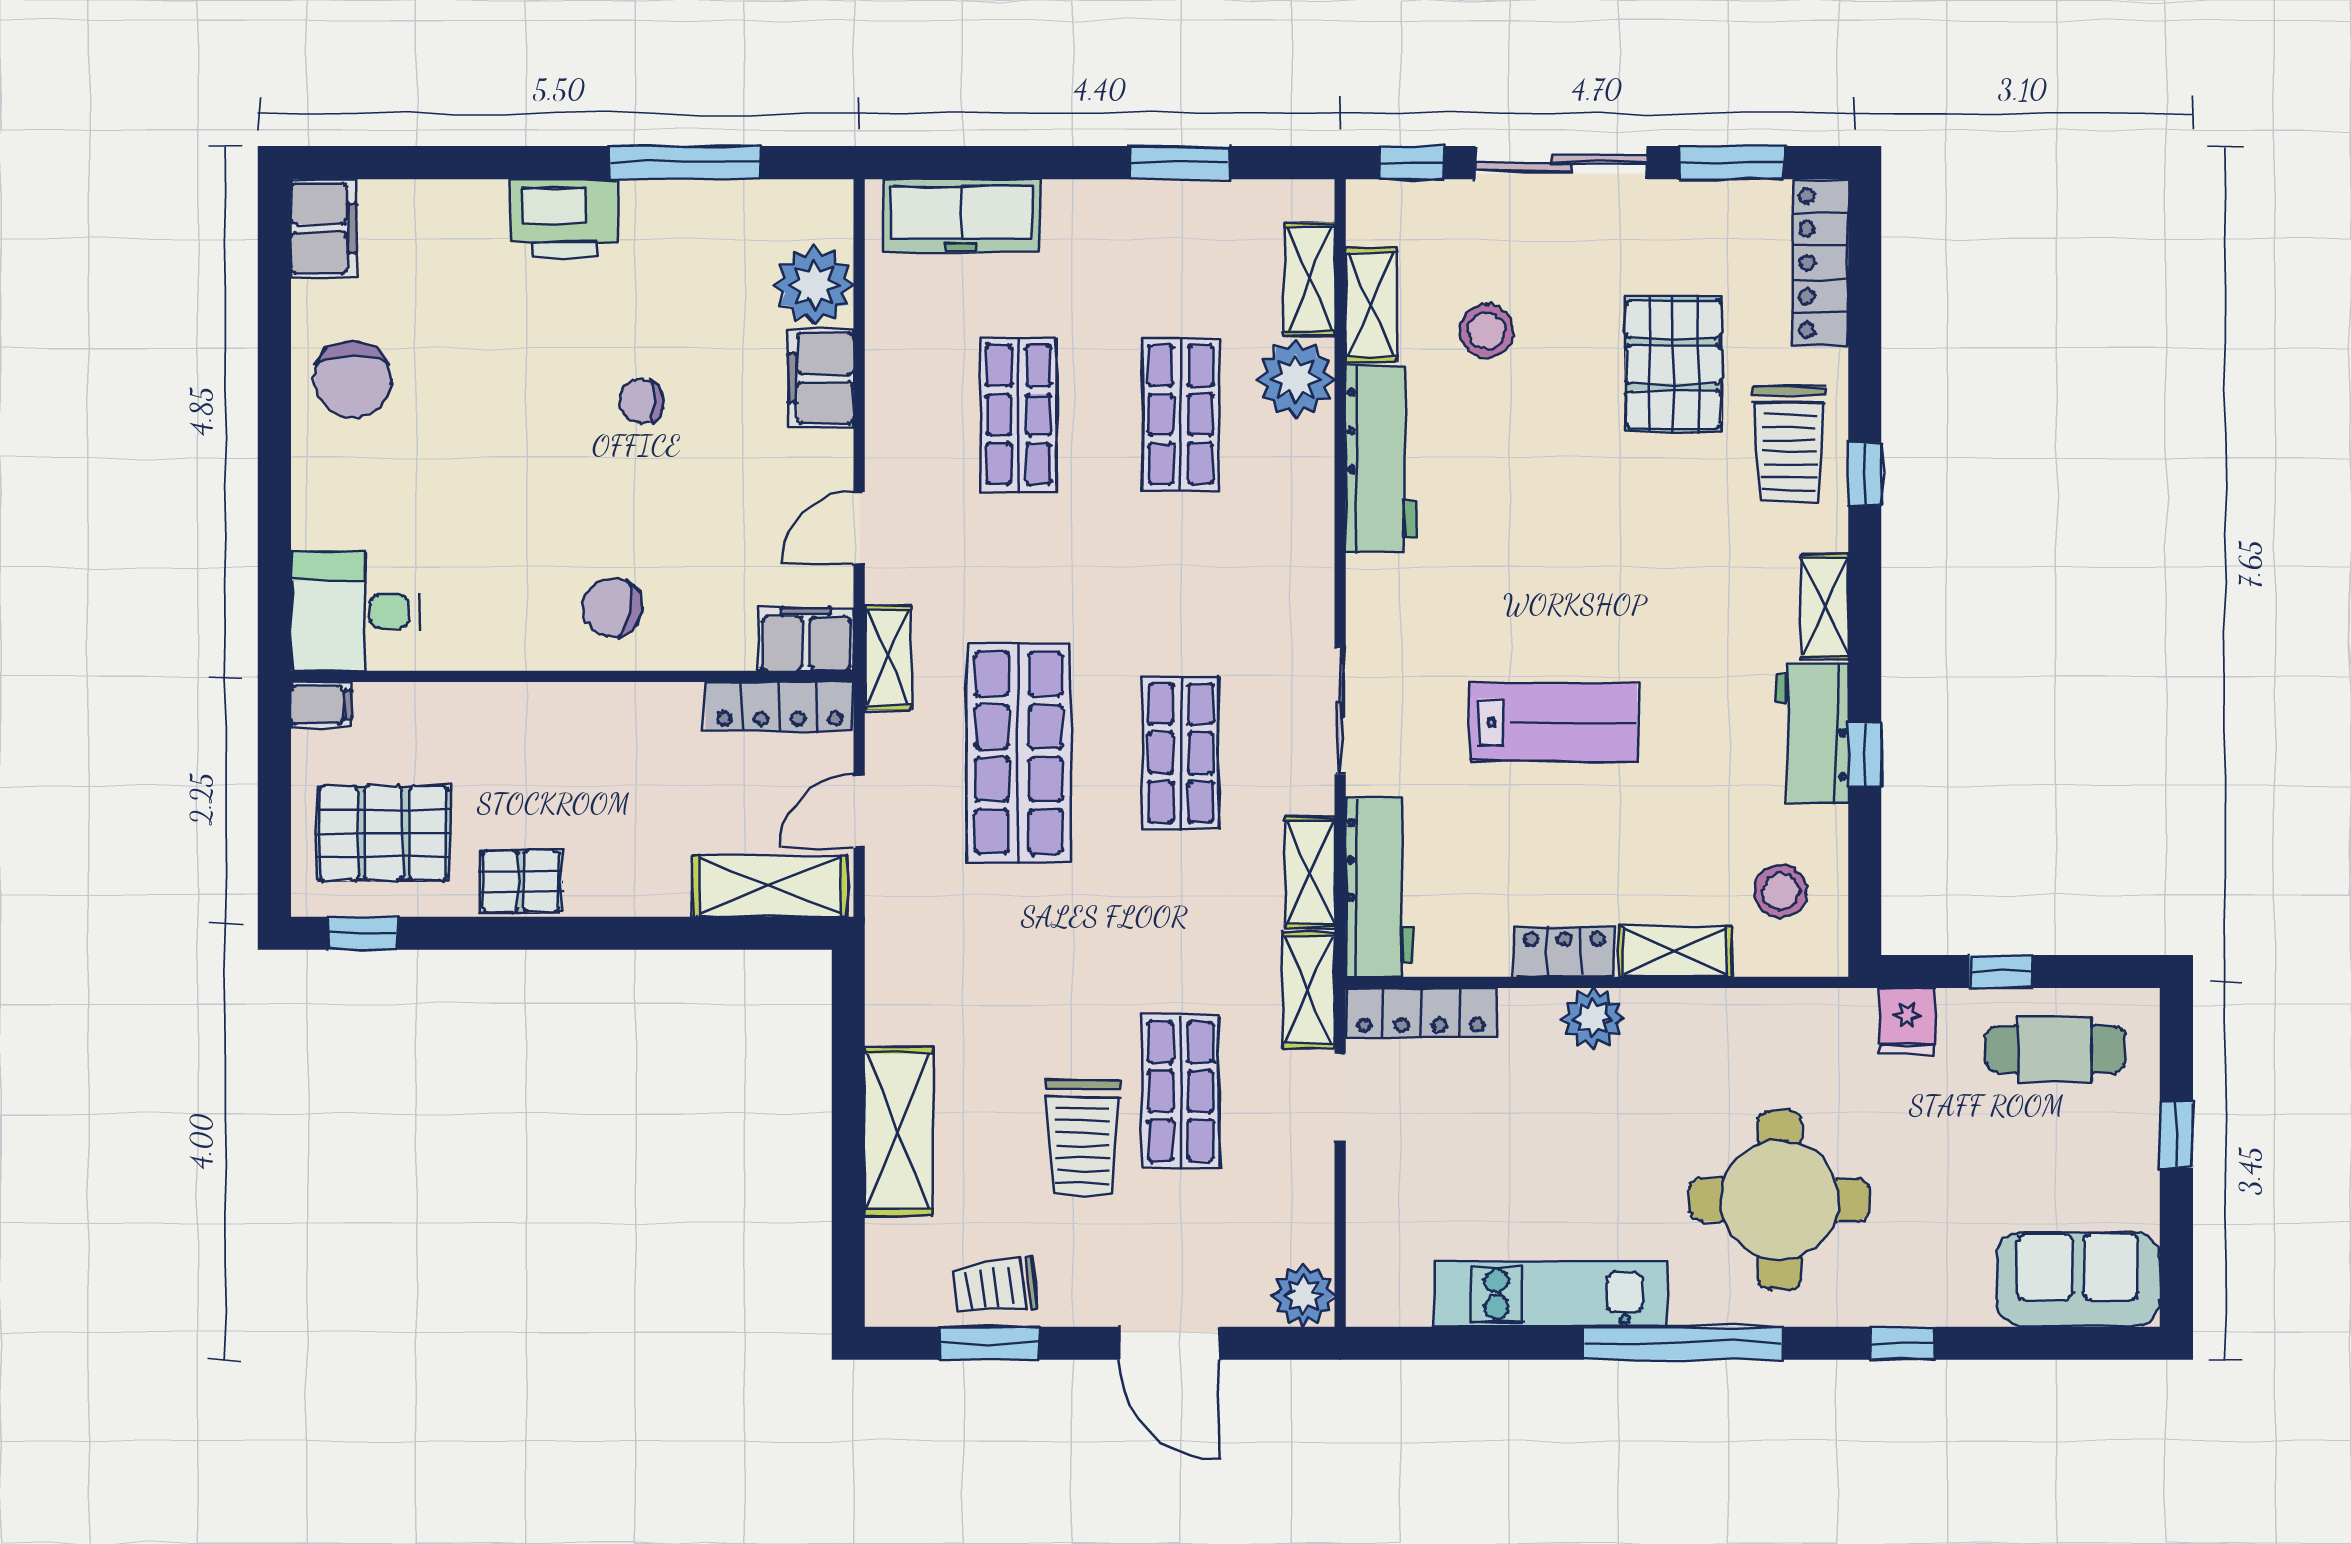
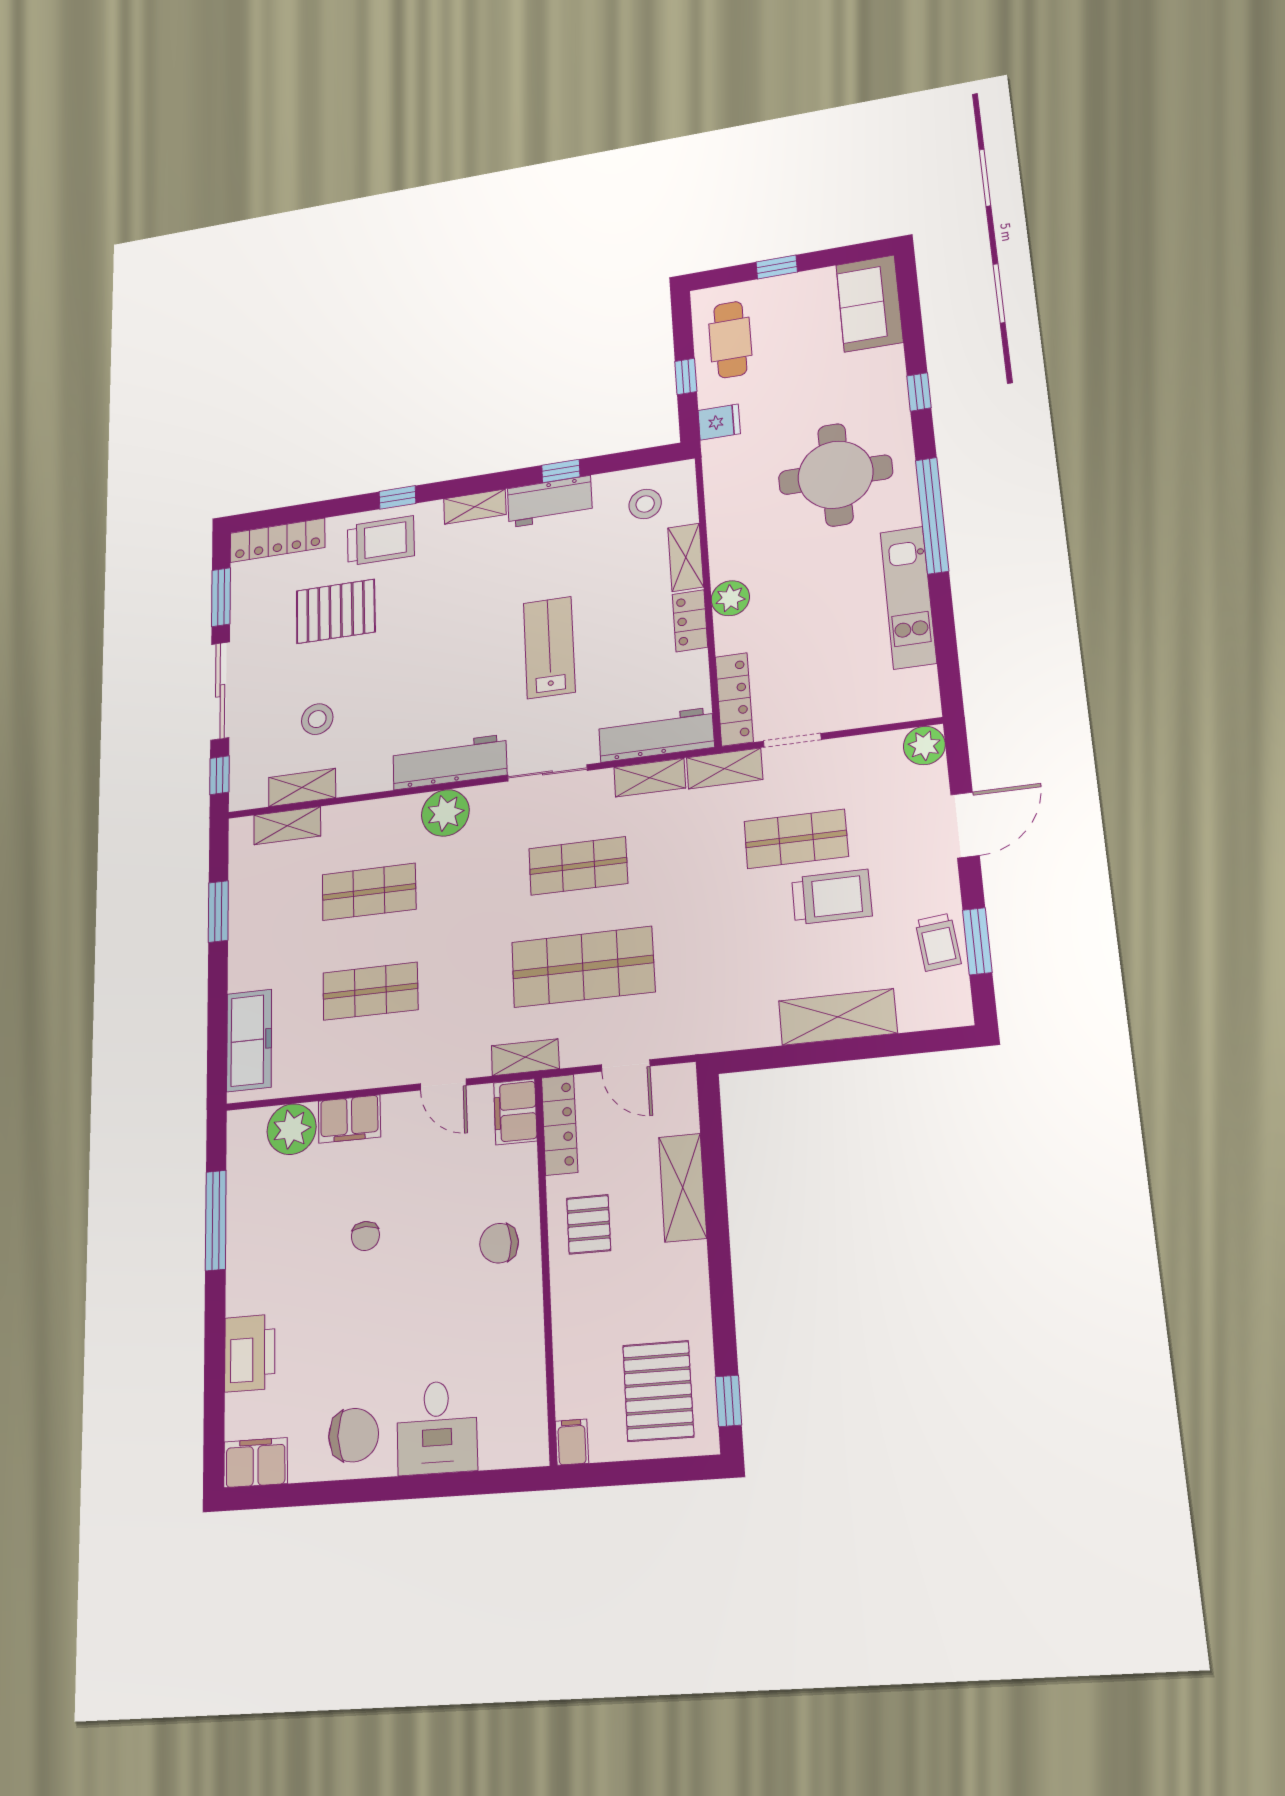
printer: (564, 218) -> (250, 1353), moved
plant: (1296, 379) -> (445, 813), moved
workbench: (1381, 459) -> (450, 762), moved
chair: (612, 607) -> (499, 1243), turned 80
desk: (355, 611) -> (437, 1427), moved
pallet: (521, 881) -> (589, 1224), moved
shelving: (770, 886) -> (683, 1188), moved

